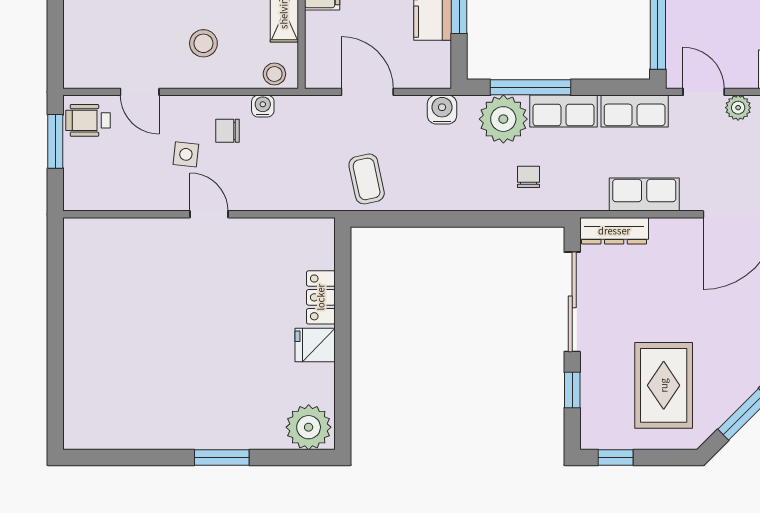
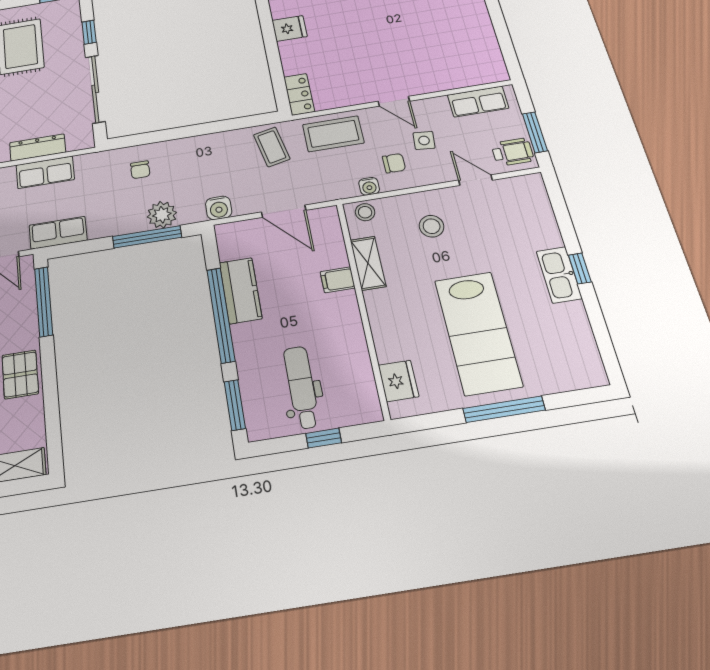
row of seats: (563, 111) -> (478, 102), moved, turned 180
plant: (503, 119) -> (162, 215), width x0.73, depth x0.73
coffee table: (290, 183) -> (333, 134), added
dresser: (614, 231) -> (38, 148), moved
locker: (321, 297) -> (299, 94), moved

